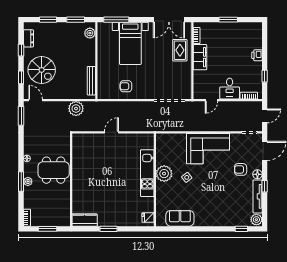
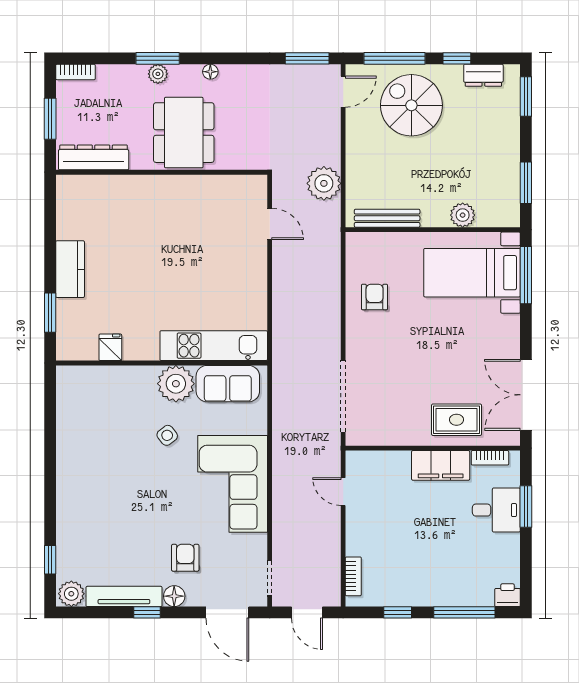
window: (48, 20) -> (526, 96), moved
window: (228, 20) -> (526, 506), moved
plant: (90, 33) -> (463, 215), moved
bed with nightstands: (130, 43) -> (472, 273), moved
window: (265, 47) -> (464, 612), added
printer: (257, 55) -> (508, 595), moved
spiral stairs: (42, 70) -> (411, 105), turned 90
window: (21, 77) -> (395, 58), width x2.17
desk: (230, 89) -> (496, 510), moved, turned 180
door: (111, 132) -> (270, 224), moved
kitchen unit: (147, 173) -> (214, 346), moved
dresser: (65, 210) -> (94, 157), added
fridge: (148, 218) -> (110, 347), moved
sofa: (180, 218) -> (228, 384), moved, turned 90
kitchen counter: (85, 220) -> (70, 269), moved
window: (109, 229) -> (50, 313), moved

